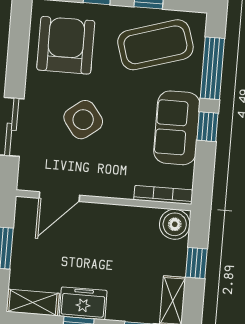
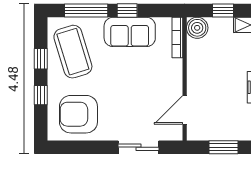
side table: (83, 120) -> (129, 98), removed
door: (59, 197) -> (185, 110), swing flipped

